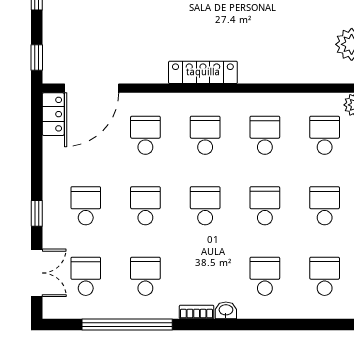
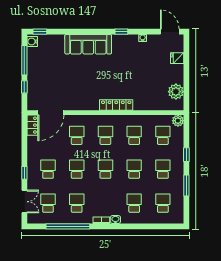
window: (37, 57) -> (24, 87), moved
locker: (203, 72) -> (116, 105), moved

